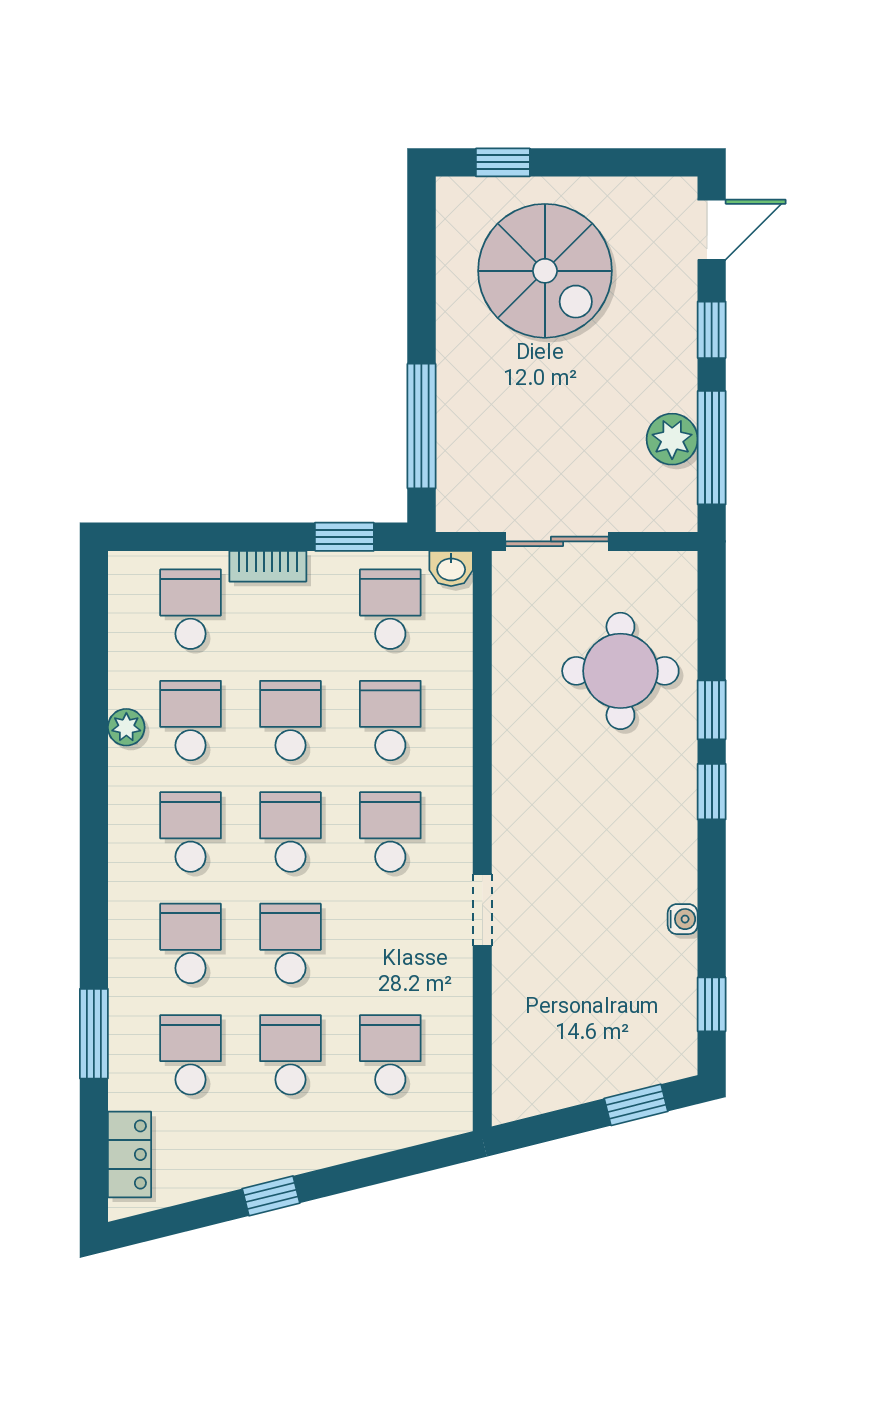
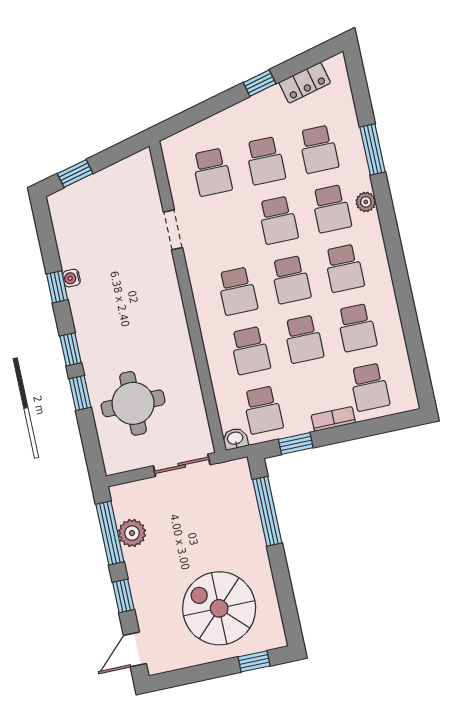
plant: (126, 727) -> (366, 202), moved
doorway: (482, 910) -> (173, 230), moved
window: (712, 1004) -> (57, 287), moved
locker: (130, 1154) -> (305, 83), moved, turned -104

